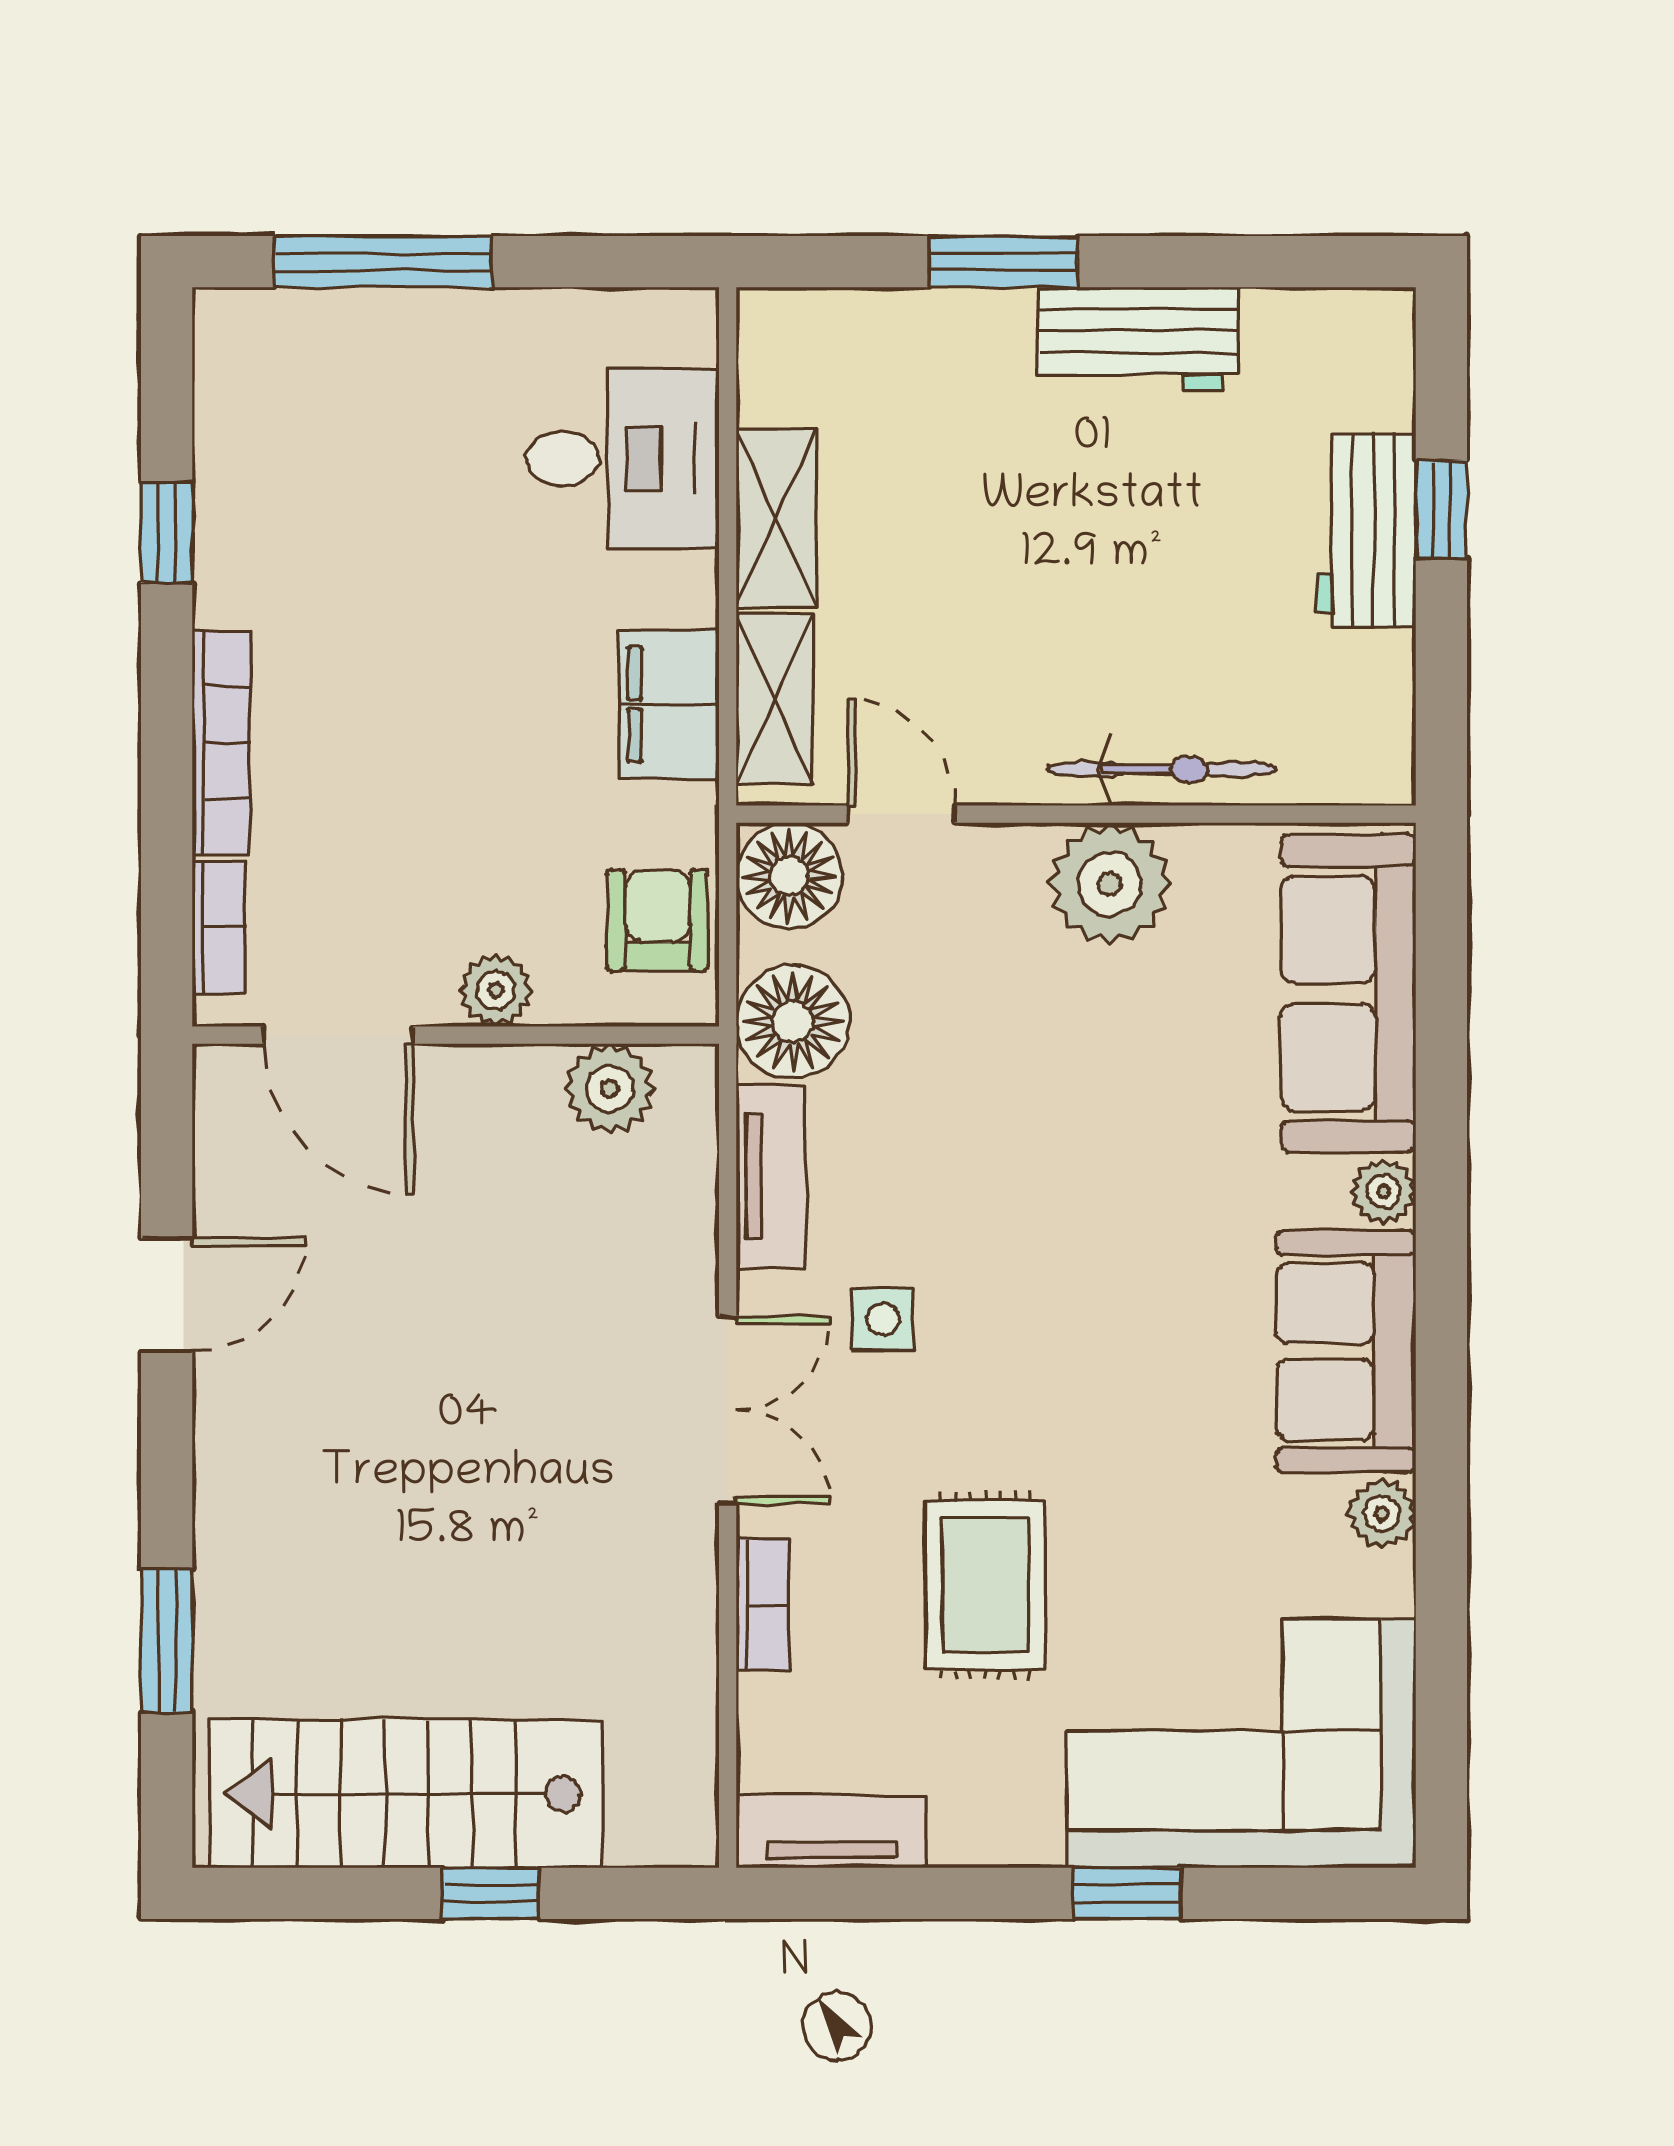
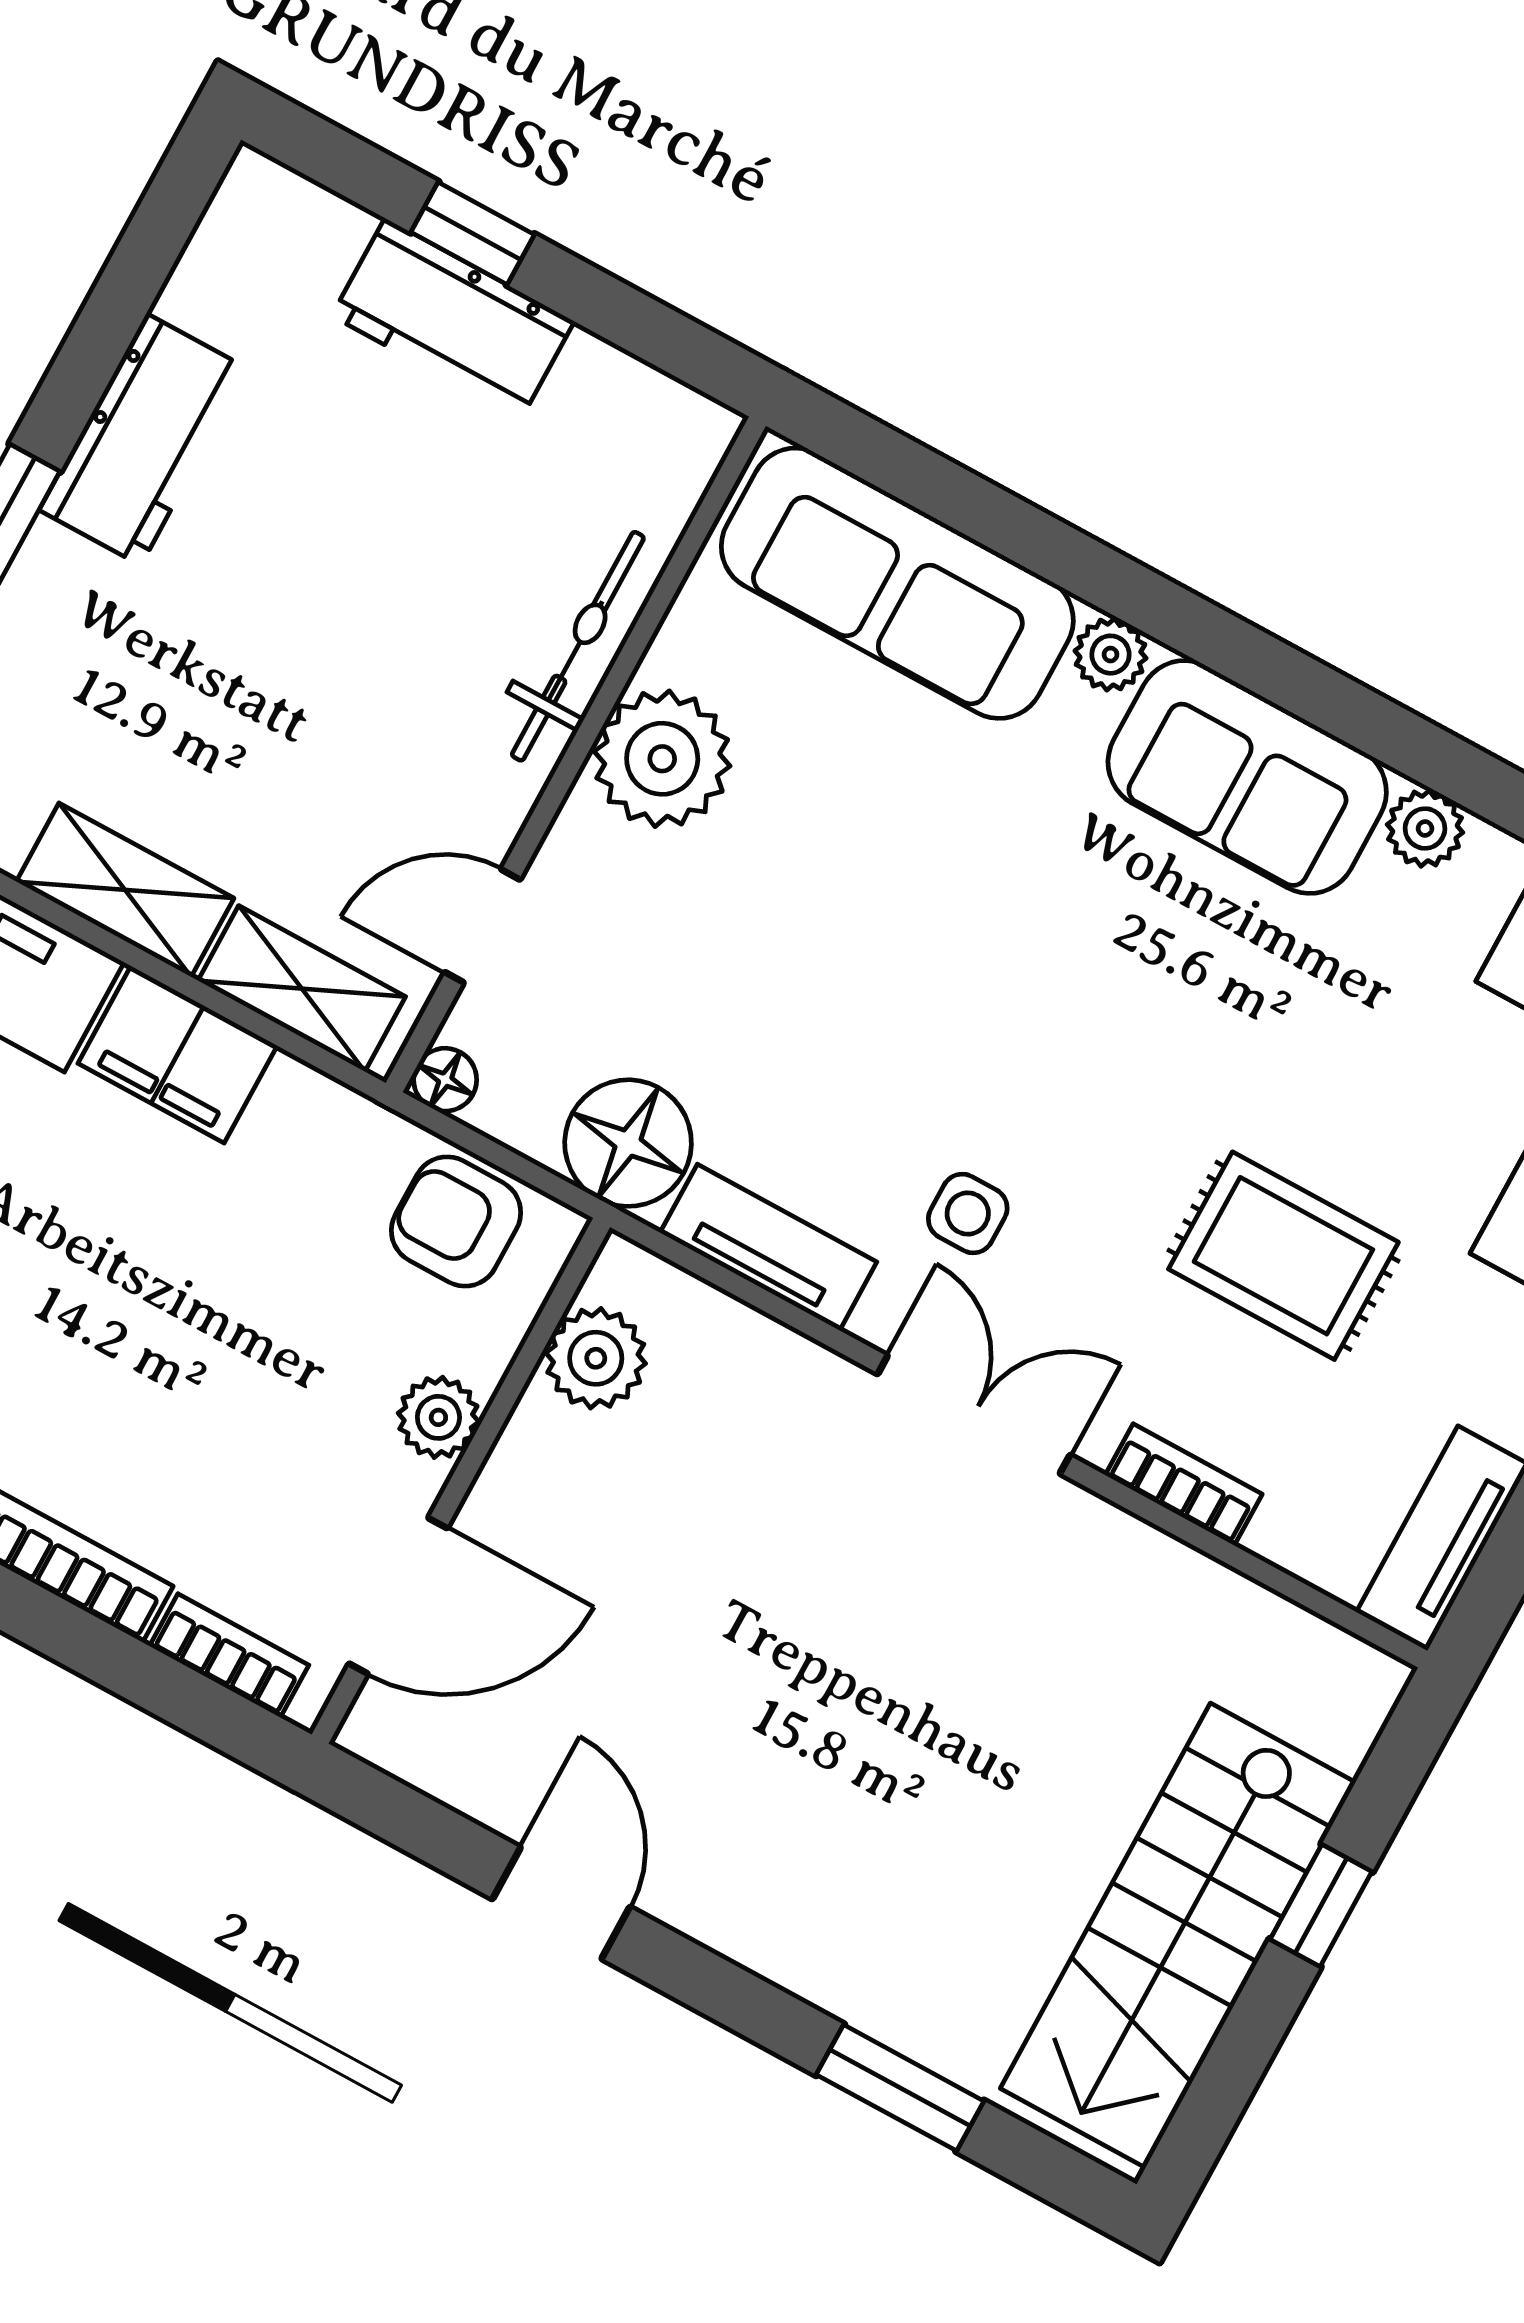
filing cabinet: (669, 704) -> (178, 1055), moved
floor lamp: (789, 876) -> (445, 1080), width x0.53, depth x0.53

